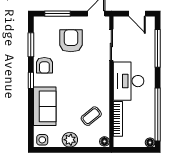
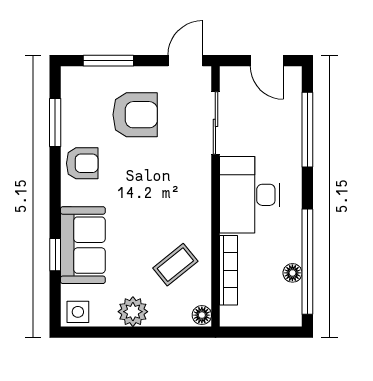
armchair: (71, 41) -> (135, 115), turned 90
armchair: (44, 65) -> (82, 163), turned -90
window: (31, 80) -> (55, 255), moved
floor lamp: (150, 143) -> (292, 273), moved

